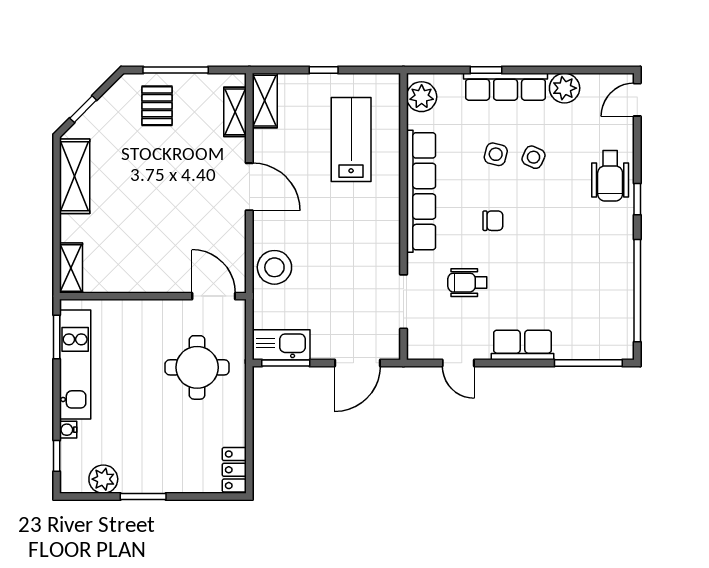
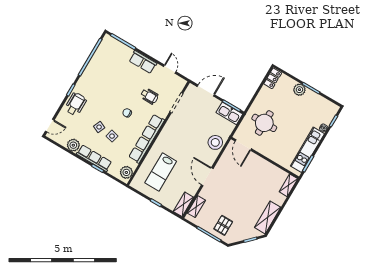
plant: (103, 479) -> (299, 90), moved

